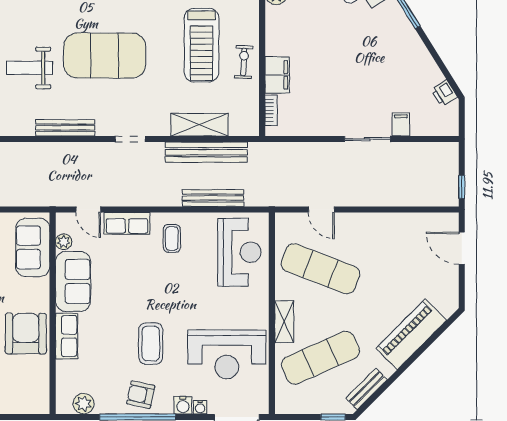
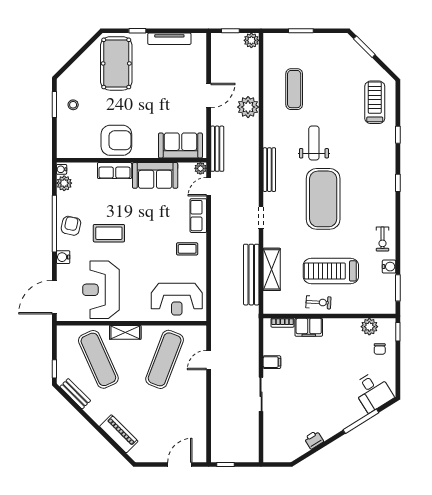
printer: (444, 93) -> (314, 440), moved
filing cabinet: (401, 124) -> (272, 362), moved
bench: (213, 198) -> (217, 149), moved
plant: (64, 242) -> (200, 168), moved
piano: (411, 334) -> (119, 434), width x0.73, depth x0.75
water cooler: (200, 407) -> (62, 169), moved

